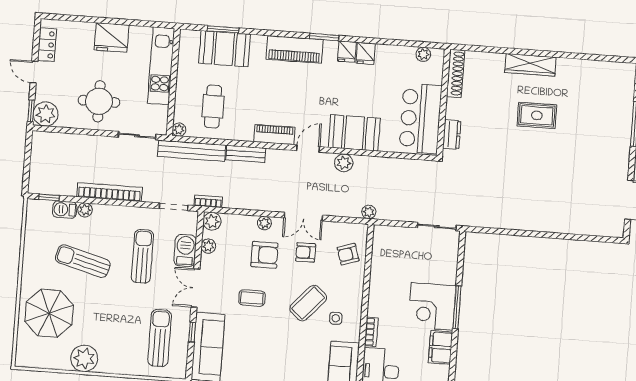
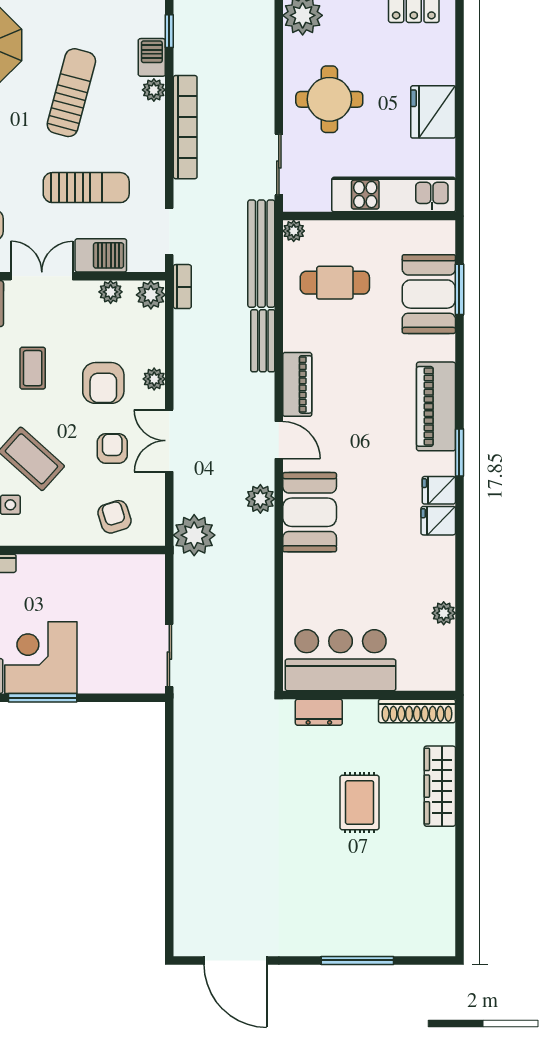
shoe rack: (456, 73) -> (417, 711), moved
wall: (443, 102) -> (369, 695), moved
bar counter: (420, 119) -> (341, 660), moved
dresser: (452, 134) -> (319, 712), moved
plant: (369, 212) -> (194, 535), width x1.88, depth x1.88

